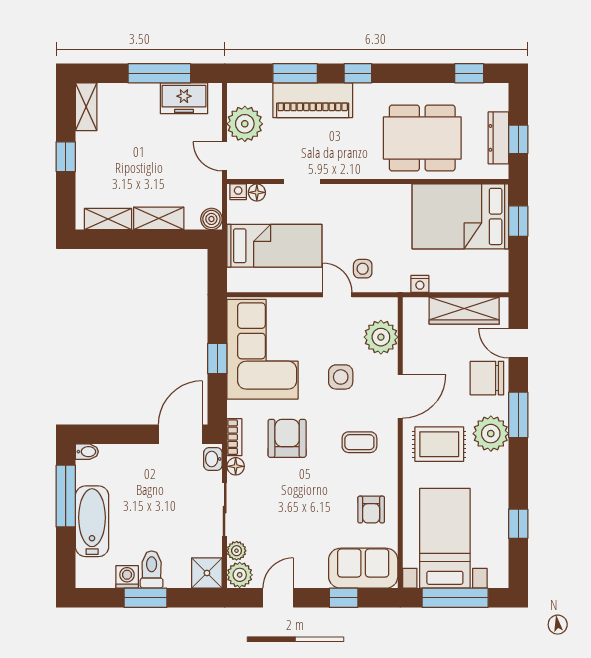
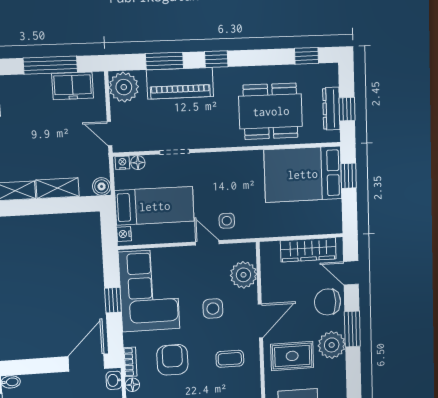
plant: (245, 124) -> (124, 87), moved
nightstand: (420, 284) -> (124, 234), moved, turned 90

